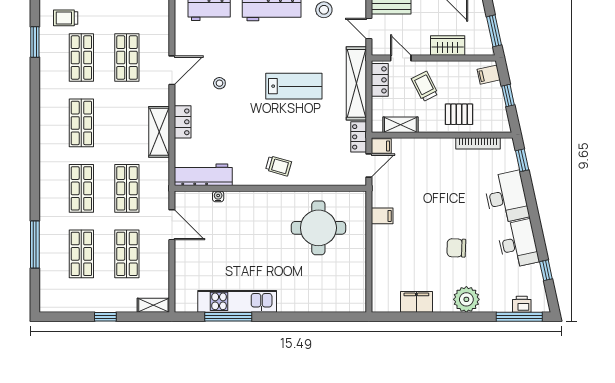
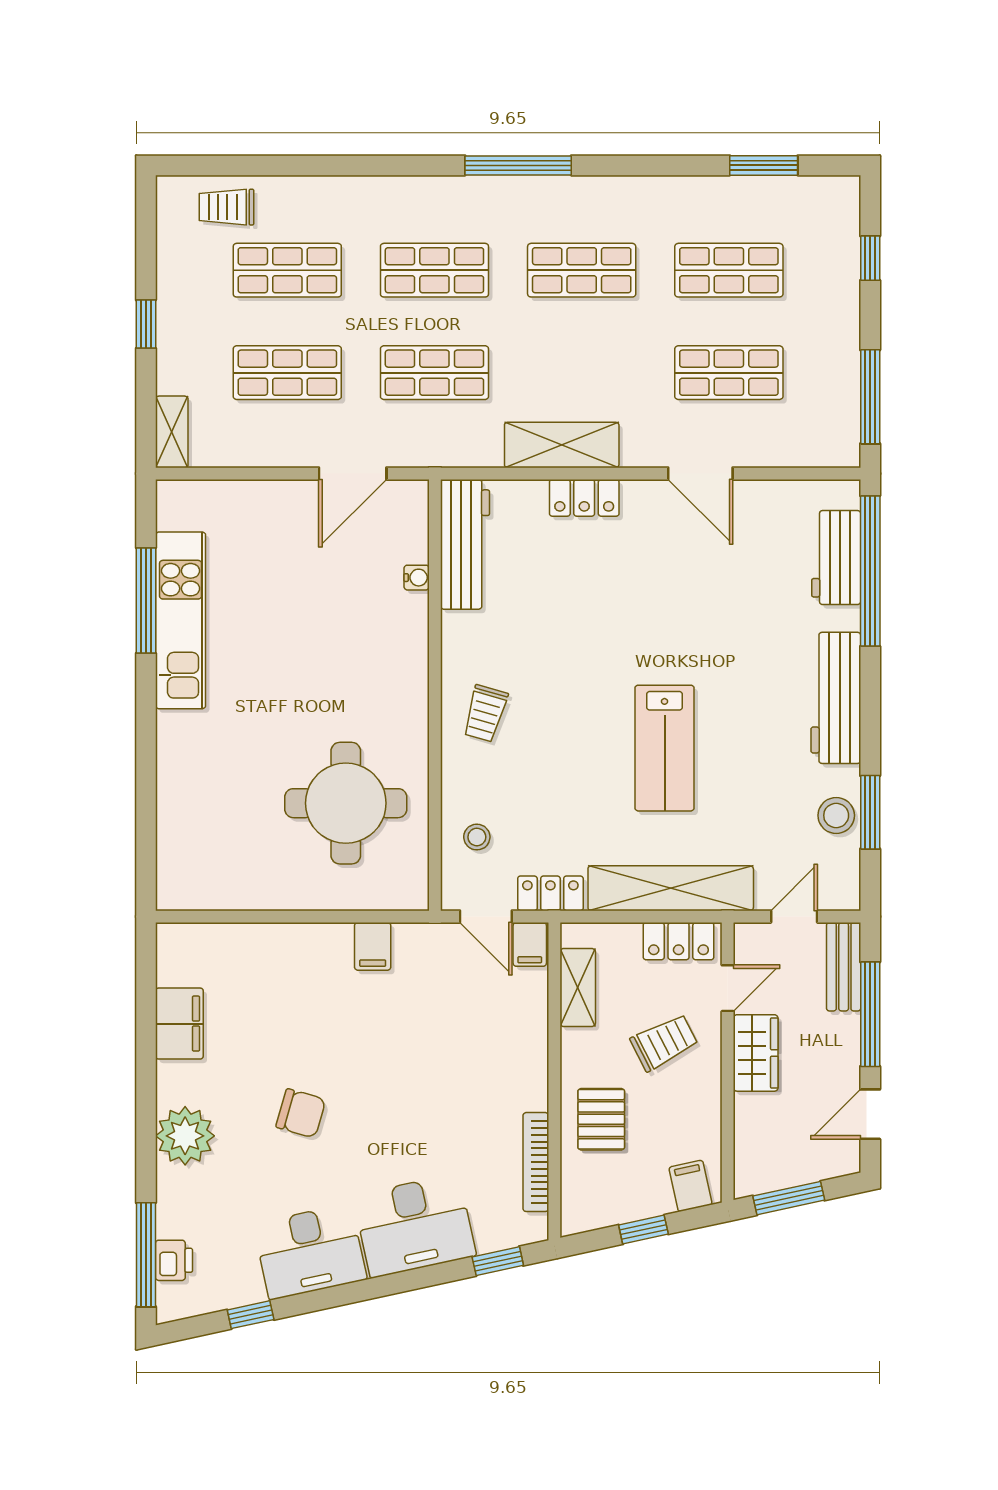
trolley: (66, 18) -> (227, 207), moved, turned -90
wardrobe: (448, 46) -> (756, 1053), moved
stool: (219, 83) -> (477, 837), moved
window: (35, 244) -> (518, 165), moved
chair: (456, 248) -> (301, 1113), turned 104

